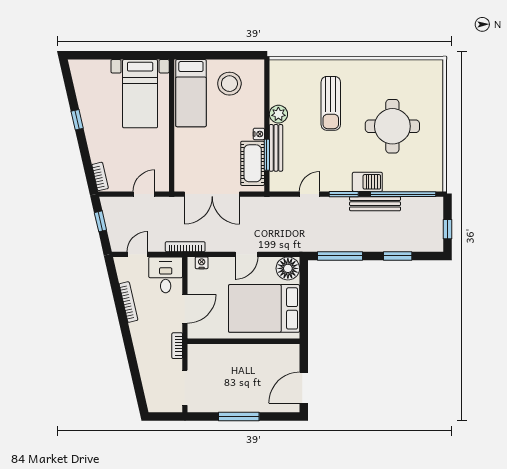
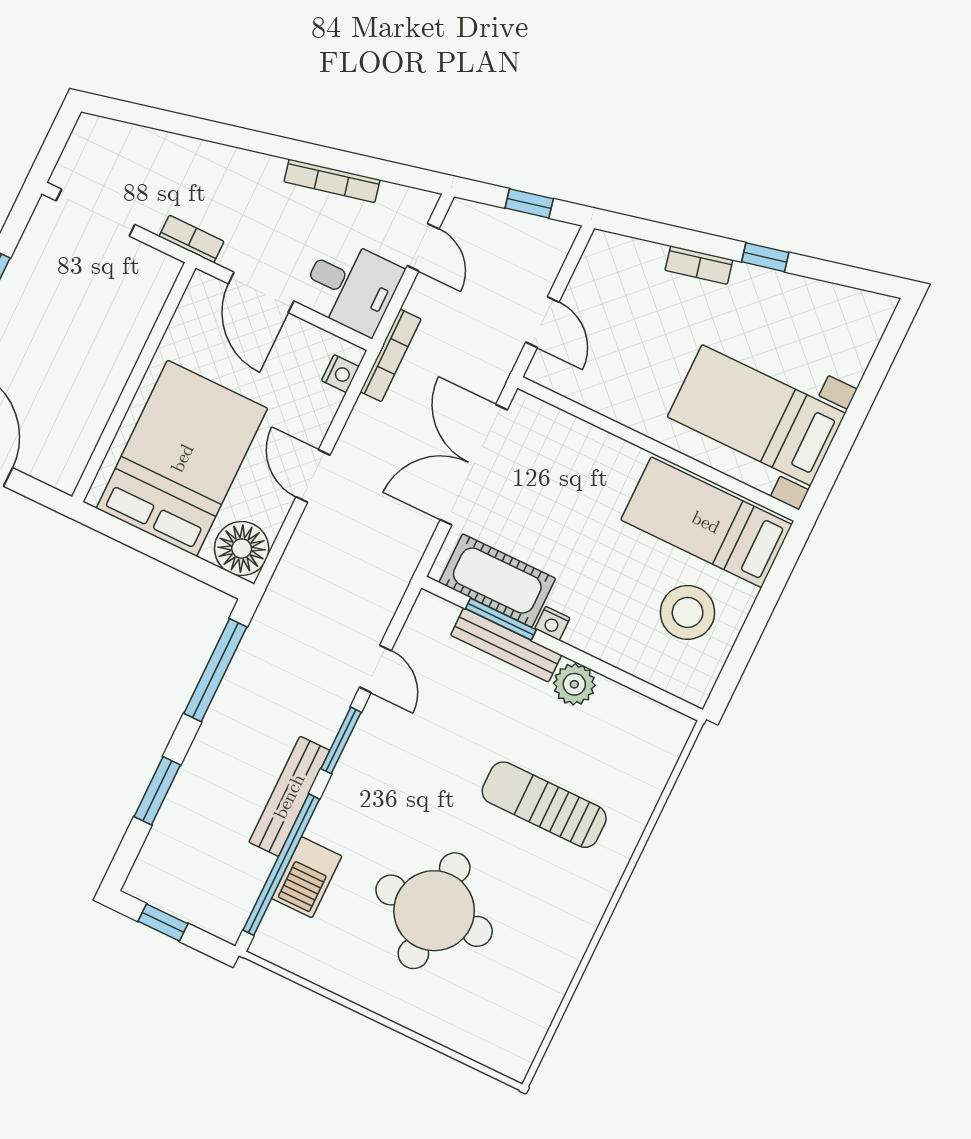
bookcase: (100, 176) -> (699, 265), moved
barbecue: (367, 182) -> (307, 877), moved

